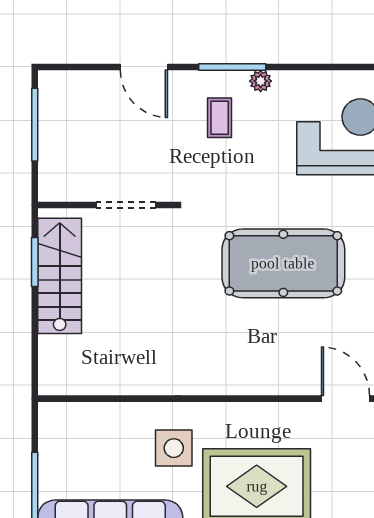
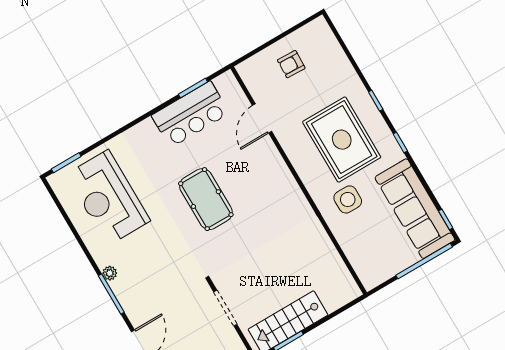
coffee table: (220, 118) -> (144, 284), removed
pool table: (283, 263) -> (206, 199), width x0.73, depth x0.76

